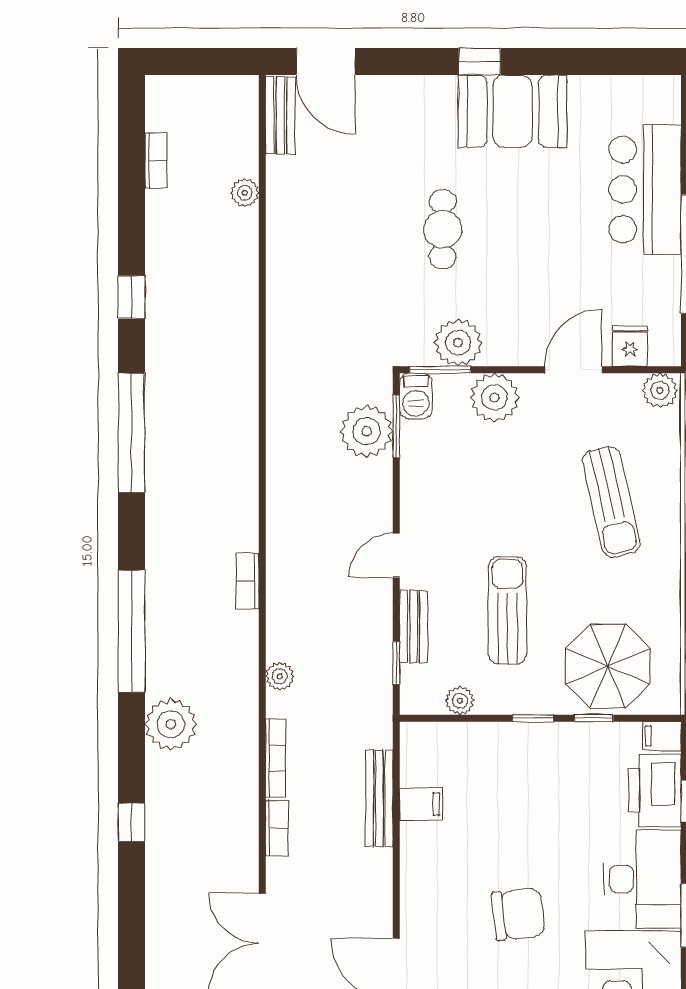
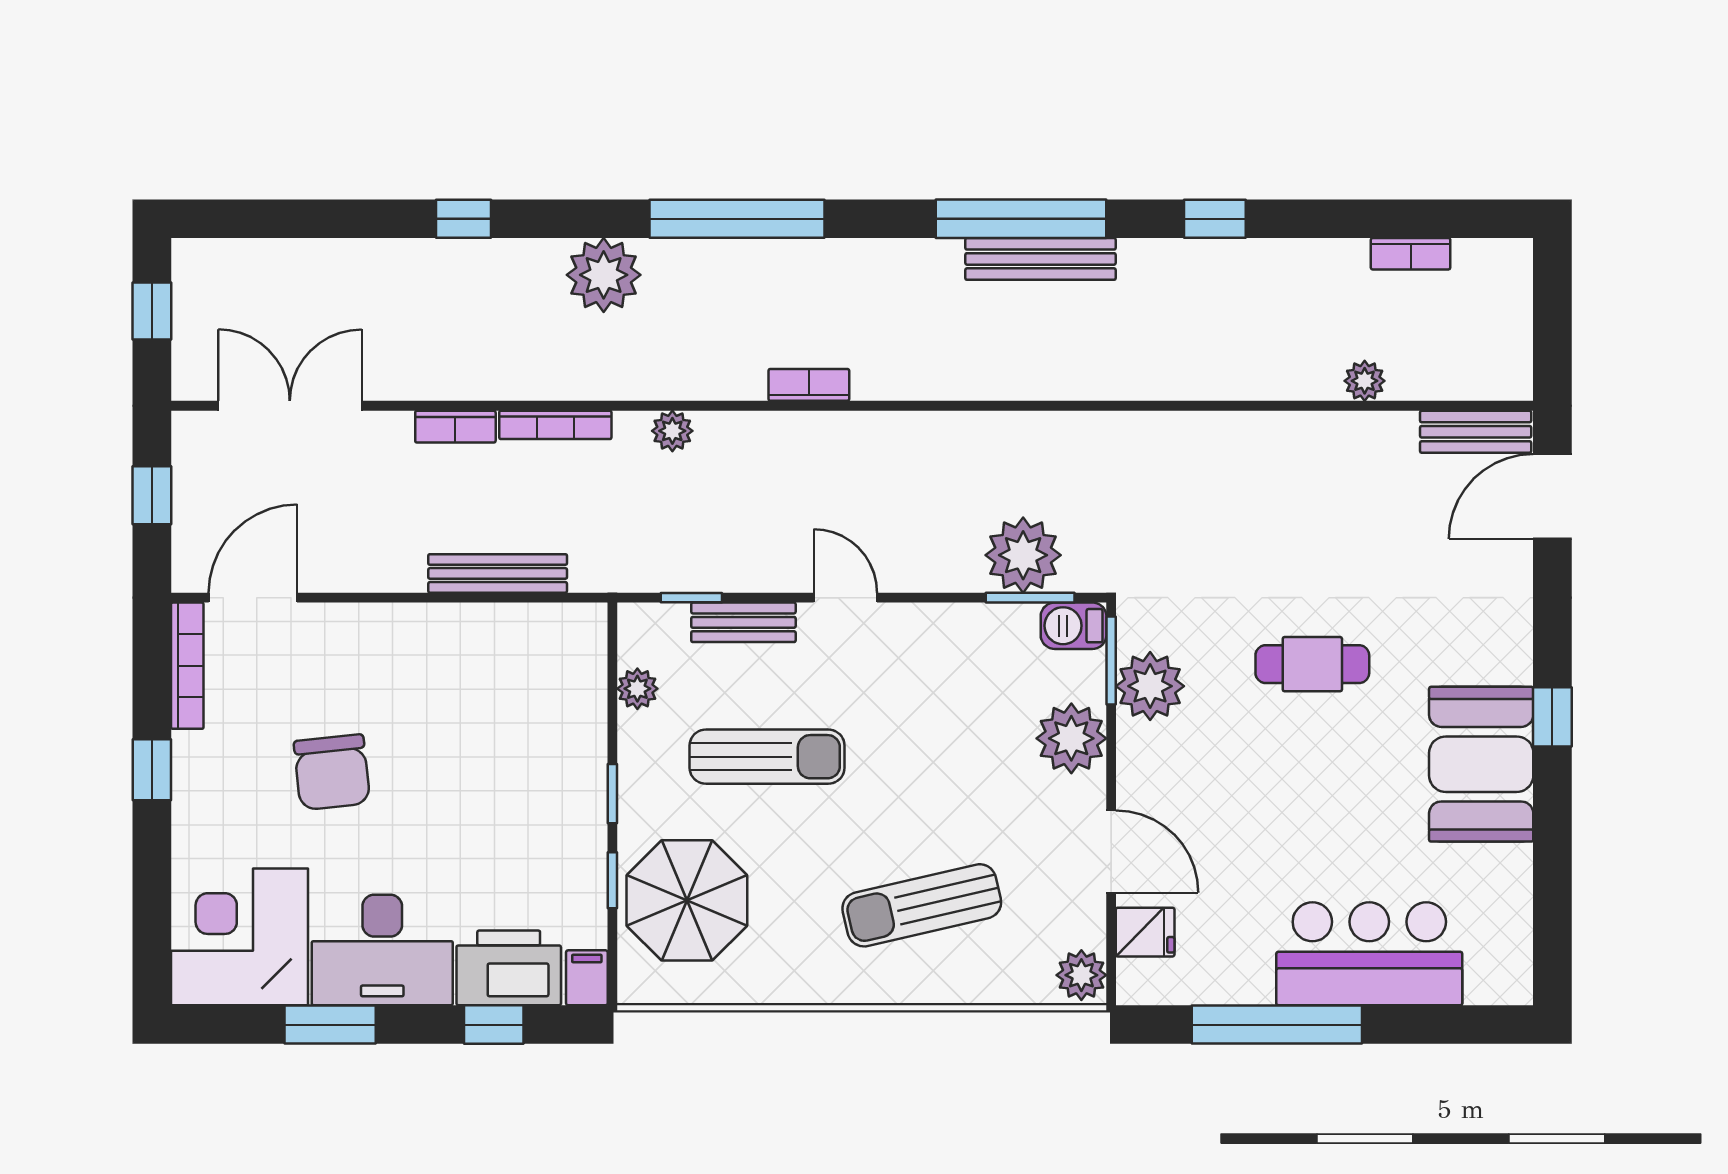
bench: (160, 419) -> (1040, 259), added
filing cabinet: (421, 804) -> (489, 633), removed

